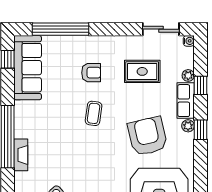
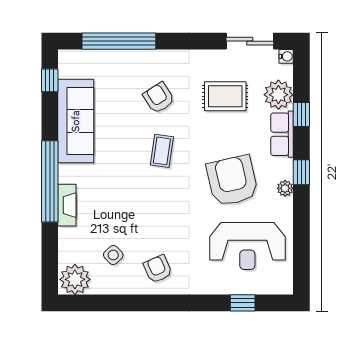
sofa: (28, 68) -> (76, 121), moved
armchair: (91, 73) -> (159, 98), turned -123
plant: (188, 75) -> (278, 95), width x1.88, depth x1.88
plant: (188, 126) -> (285, 188), moved

